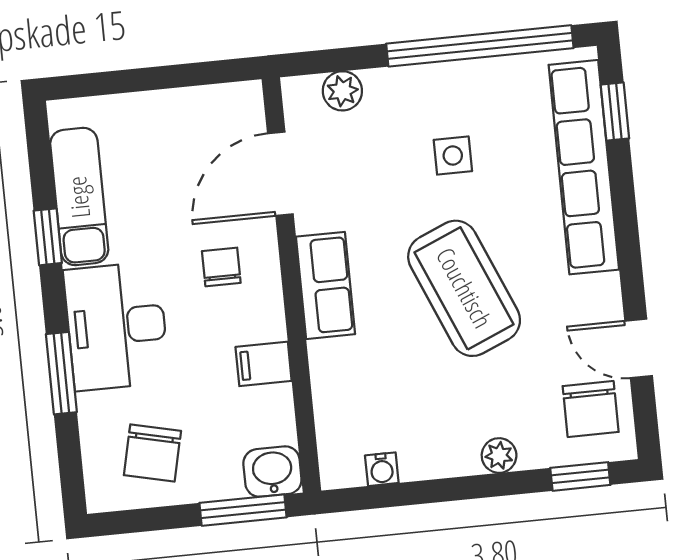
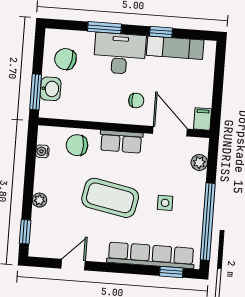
coffee table: (464, 288) -> (110, 198), turned 34
filing cabinet: (264, 364) -> (202, 119), moved
chair: (591, 409) -> (77, 145), moved
washbasin: (272, 472) -> (51, 89), moved

